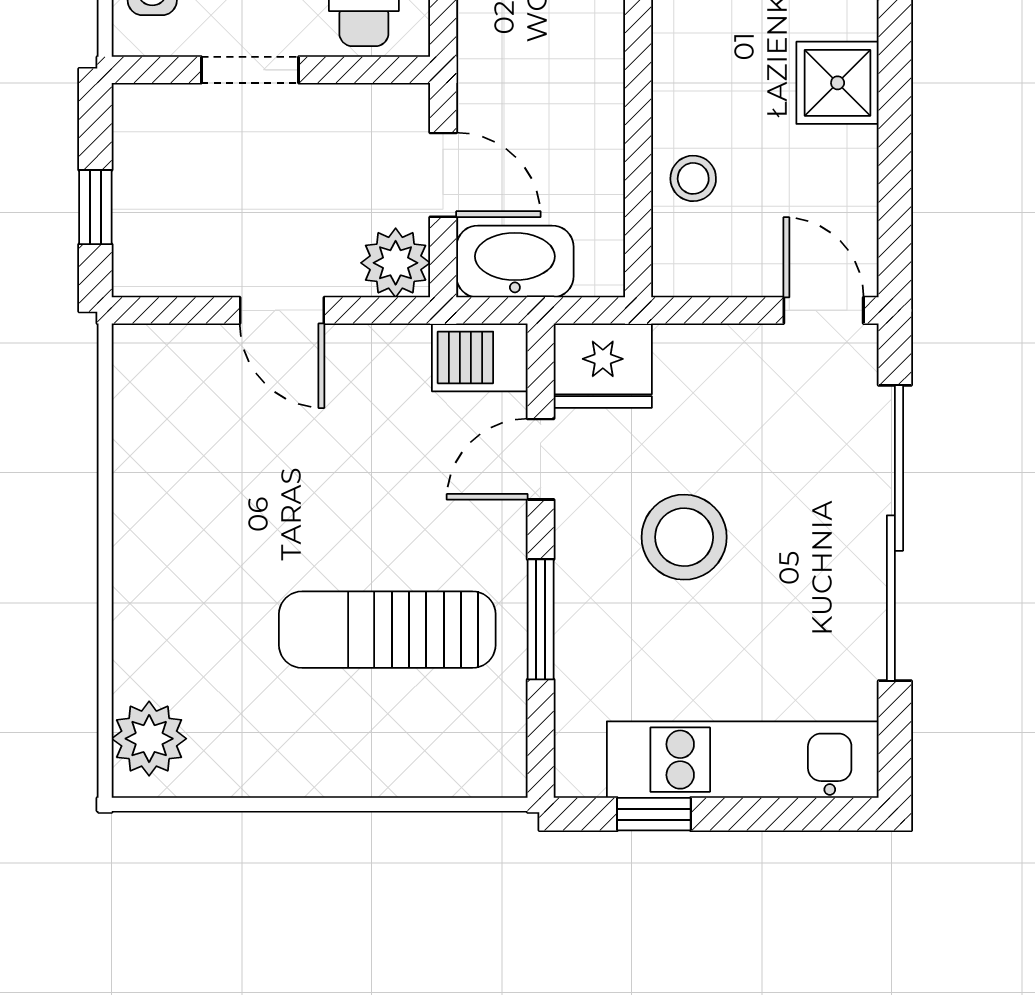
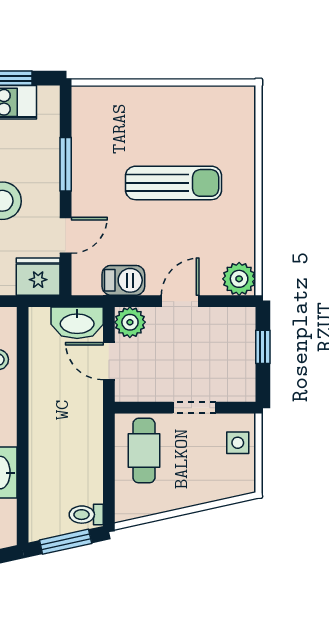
door: (282, 310) -> (180, 301), hinge flipped
barbecue: (480, 357) -> (123, 280), moved
sun lounger: (387, 630) -> (173, 183), moved
plant: (149, 739) -> (239, 279), moved

